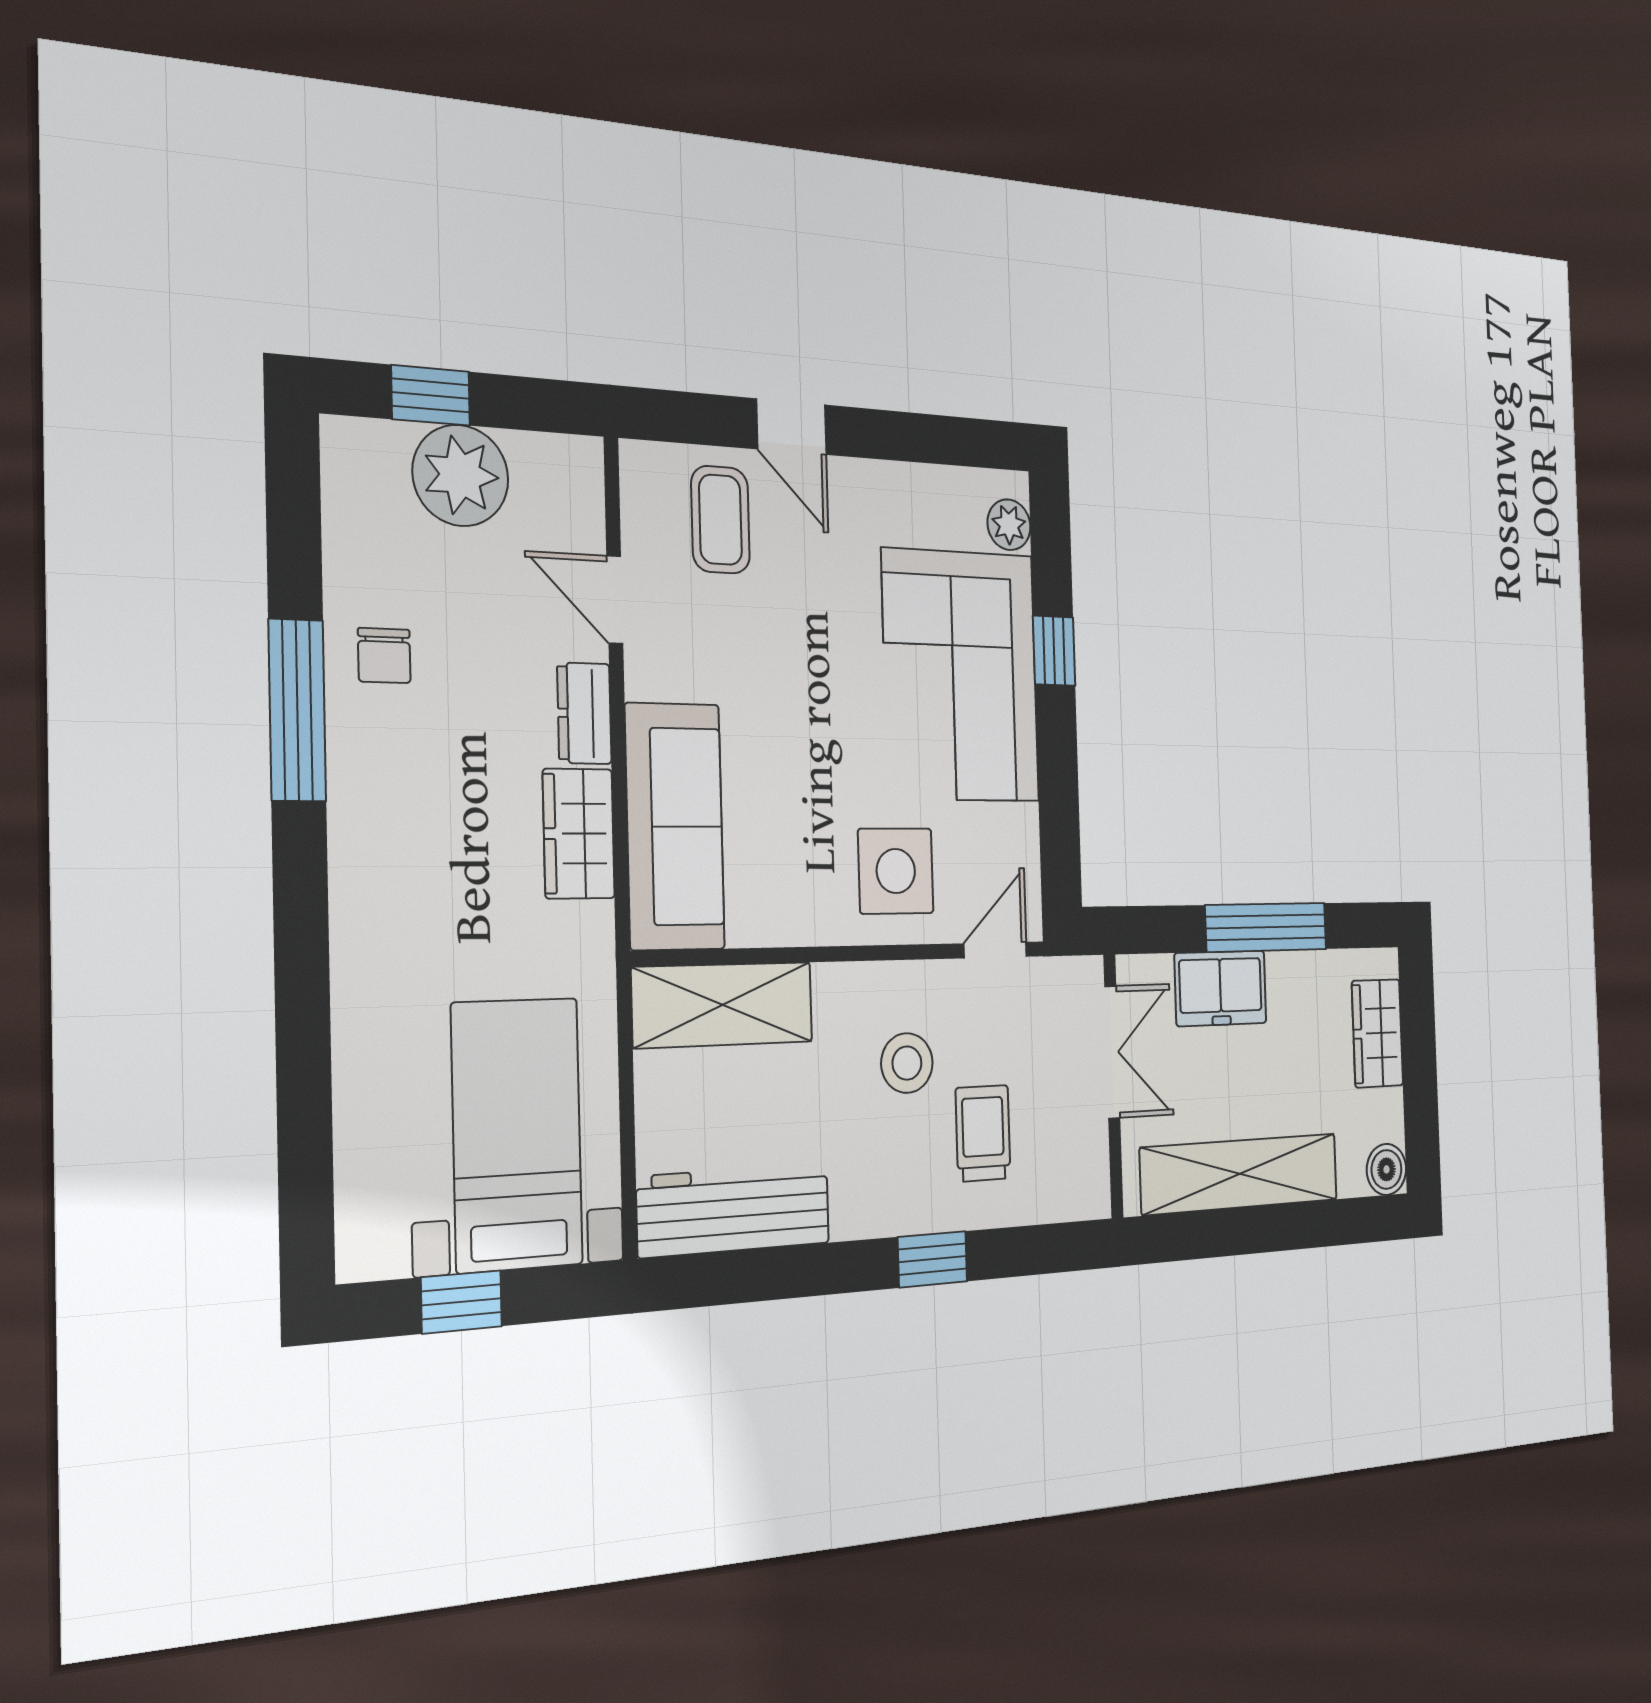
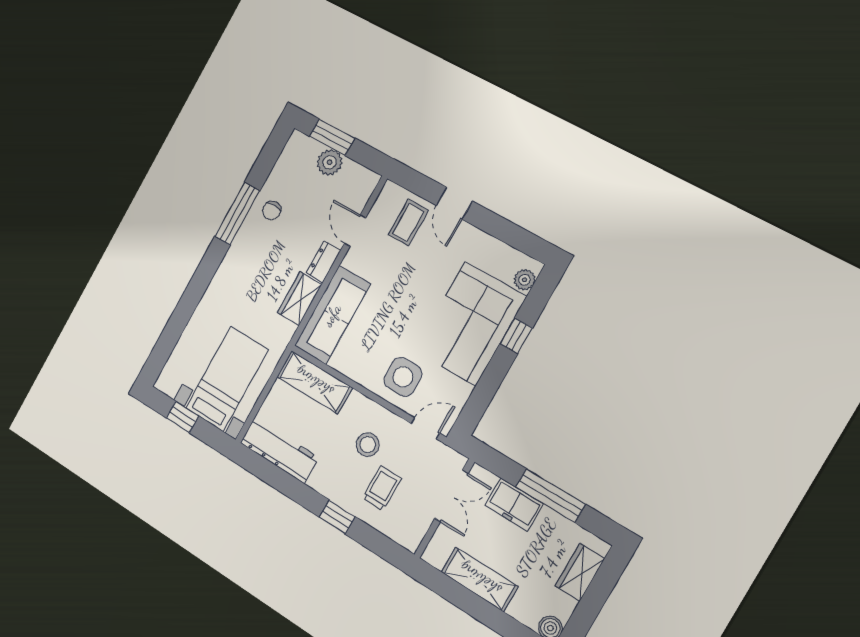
window: (431, 395) -> (332, 137), width x1.50
plant: (461, 475) -> (330, 162), width x0.73, depth x0.73
shelving: (1240, 1174) -> (480, 579), width x0.68

